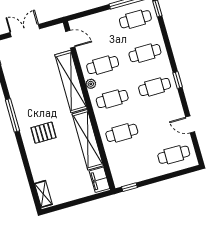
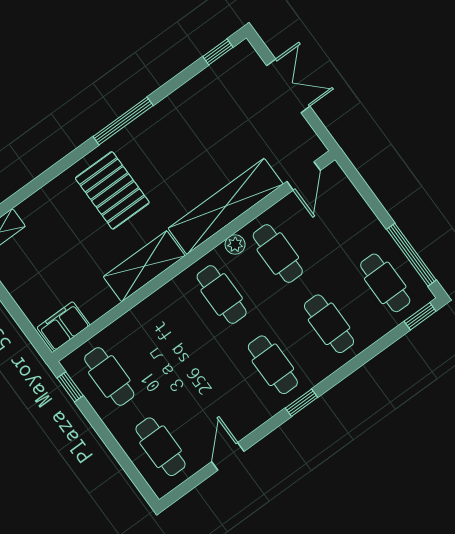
pallet: (44, 133) -> (112, 190), width x1.50, depth x1.42
cafe table: (122, 133) -> (109, 376), moved
shelving: (88, 140) -> (144, 266), width x0.68

